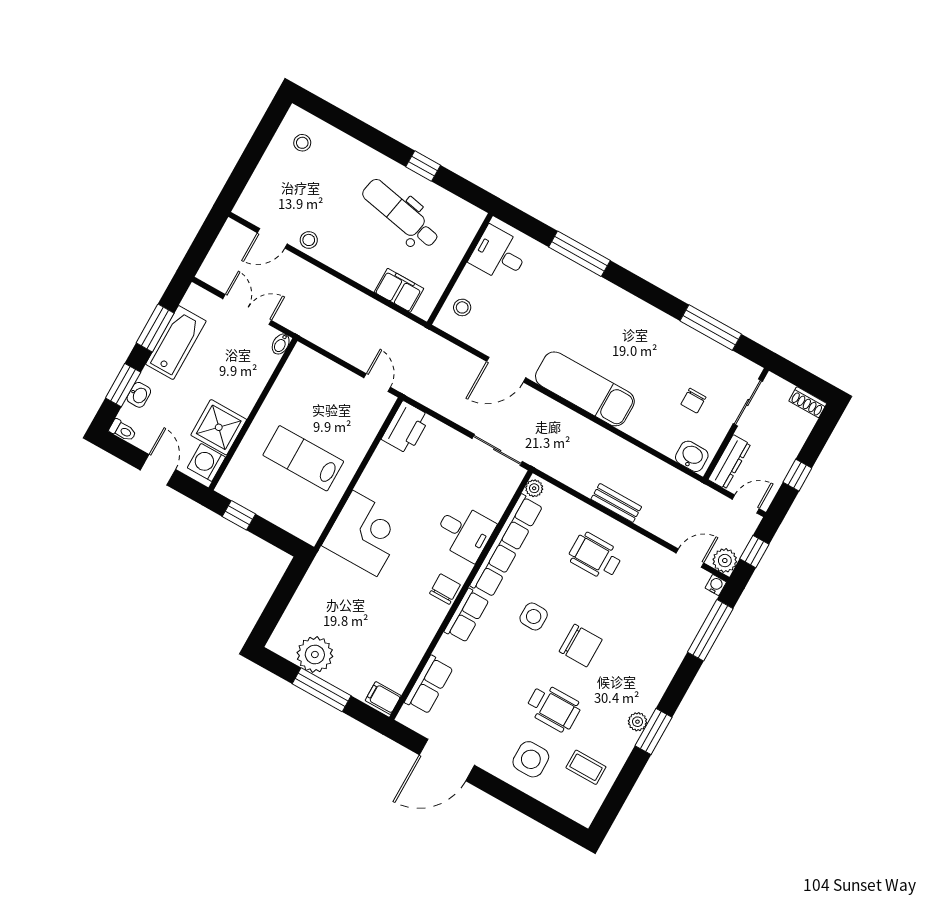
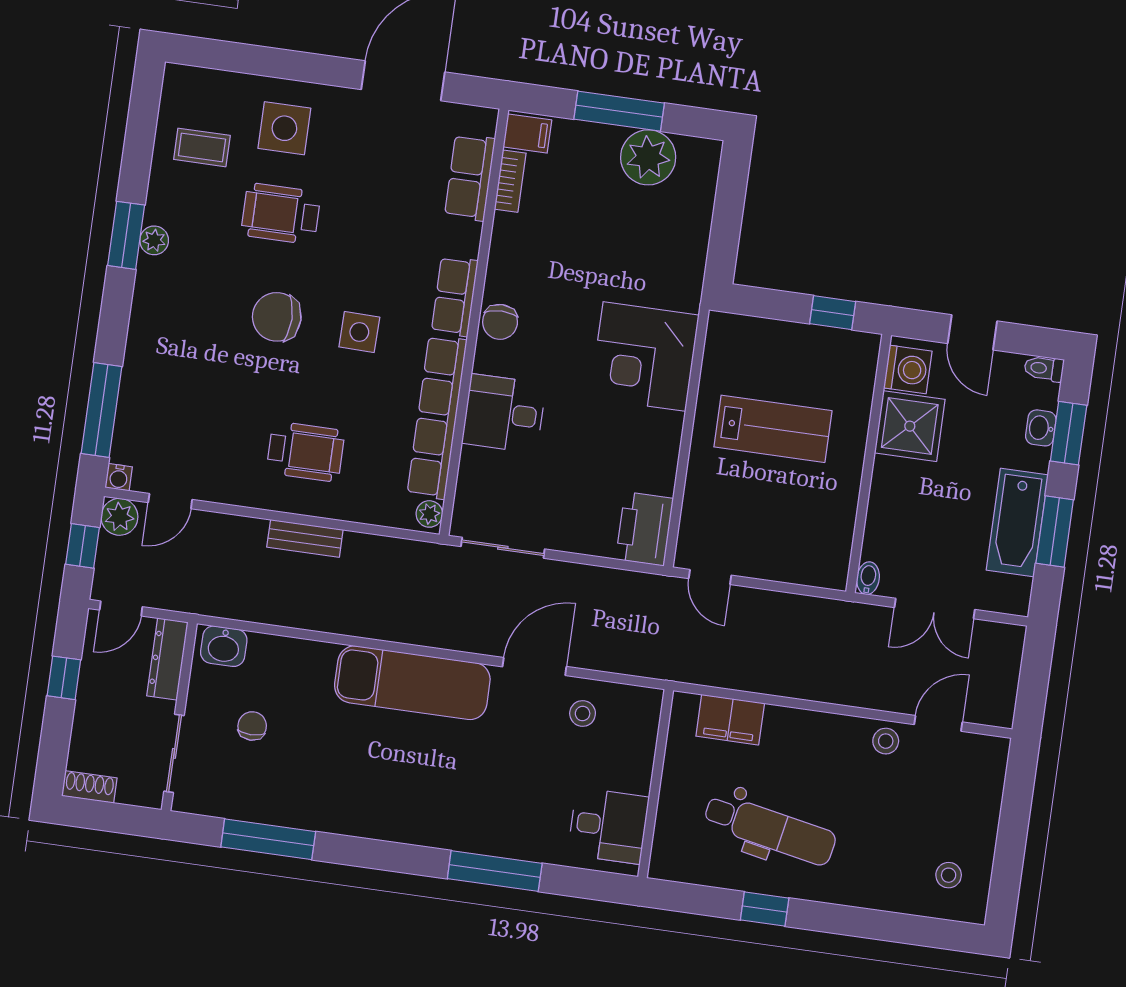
stool: (462, 307) -> (583, 713), moved
bookcase: (405, 673) -> (510, 181), added

